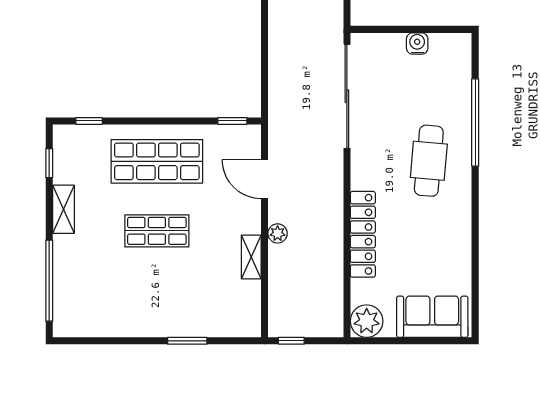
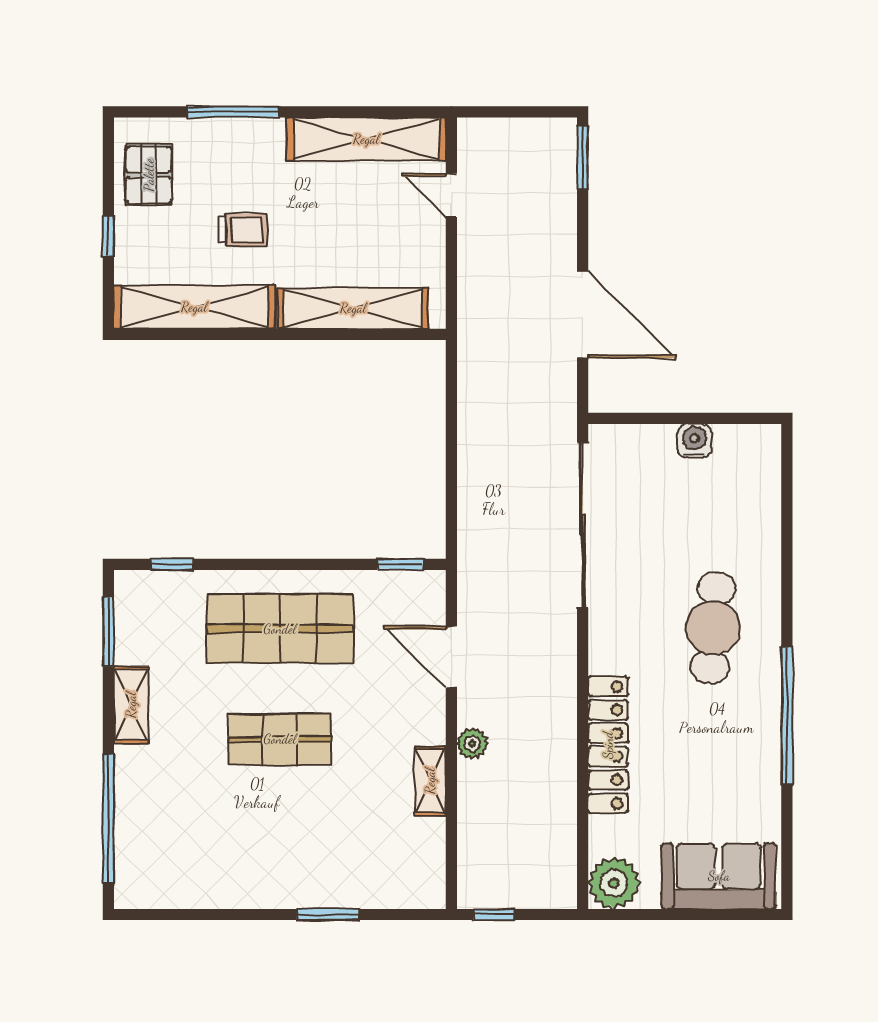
window: (475, 122) -> (787, 716), moved
window: (49, 163) -> (108, 631), width x1.50

